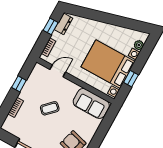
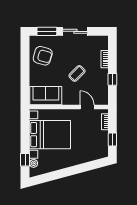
dresser: (64, 24) -> (103, 147), removed
door: (58, 71) -> (87, 107), swing flipped
window: (131, 79) -> (25, 160), moved

